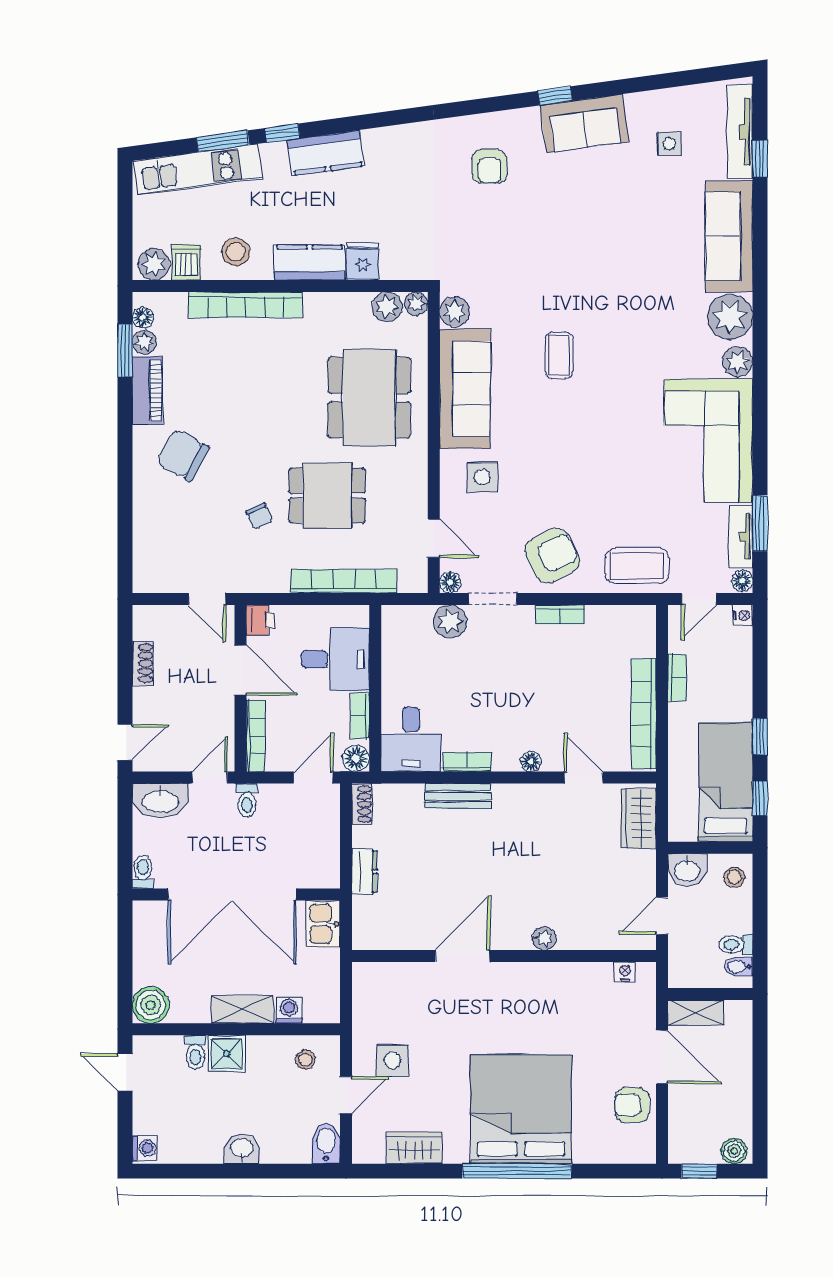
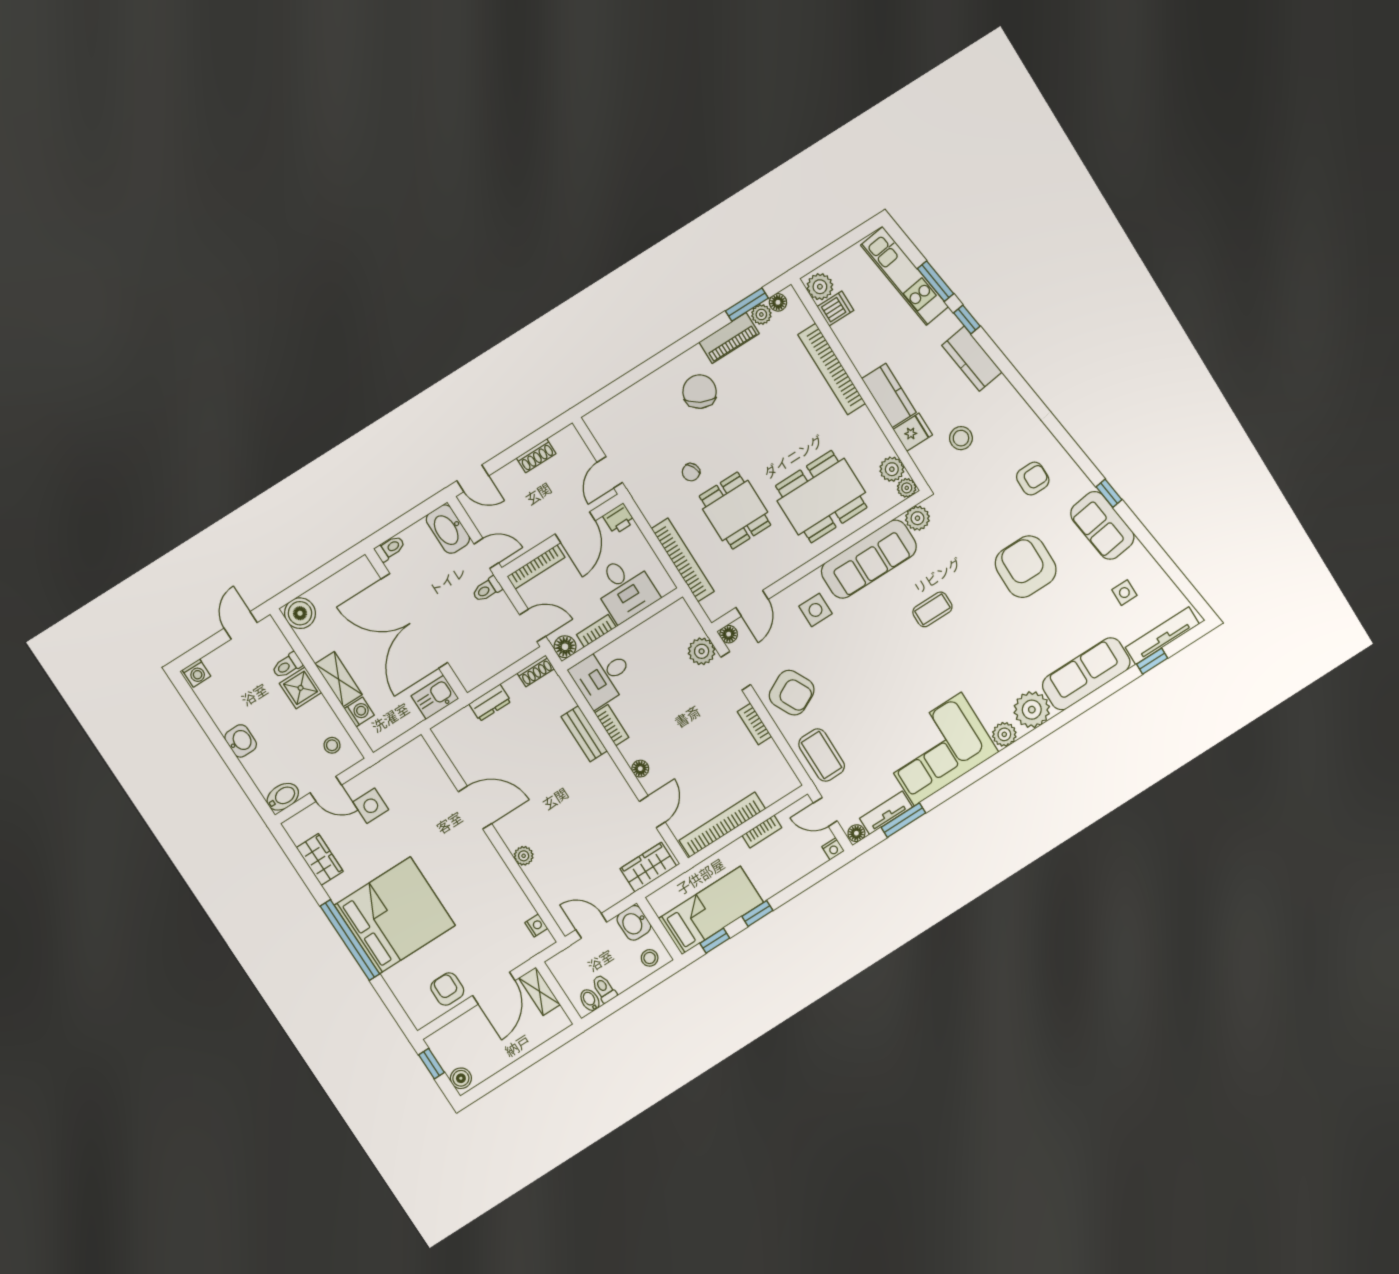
armchair: (489, 166) -> (1033, 479), turned 180
armchair: (576, 230) -> (1026, 567), added
stool: (236, 252) -> (961, 438), moved

